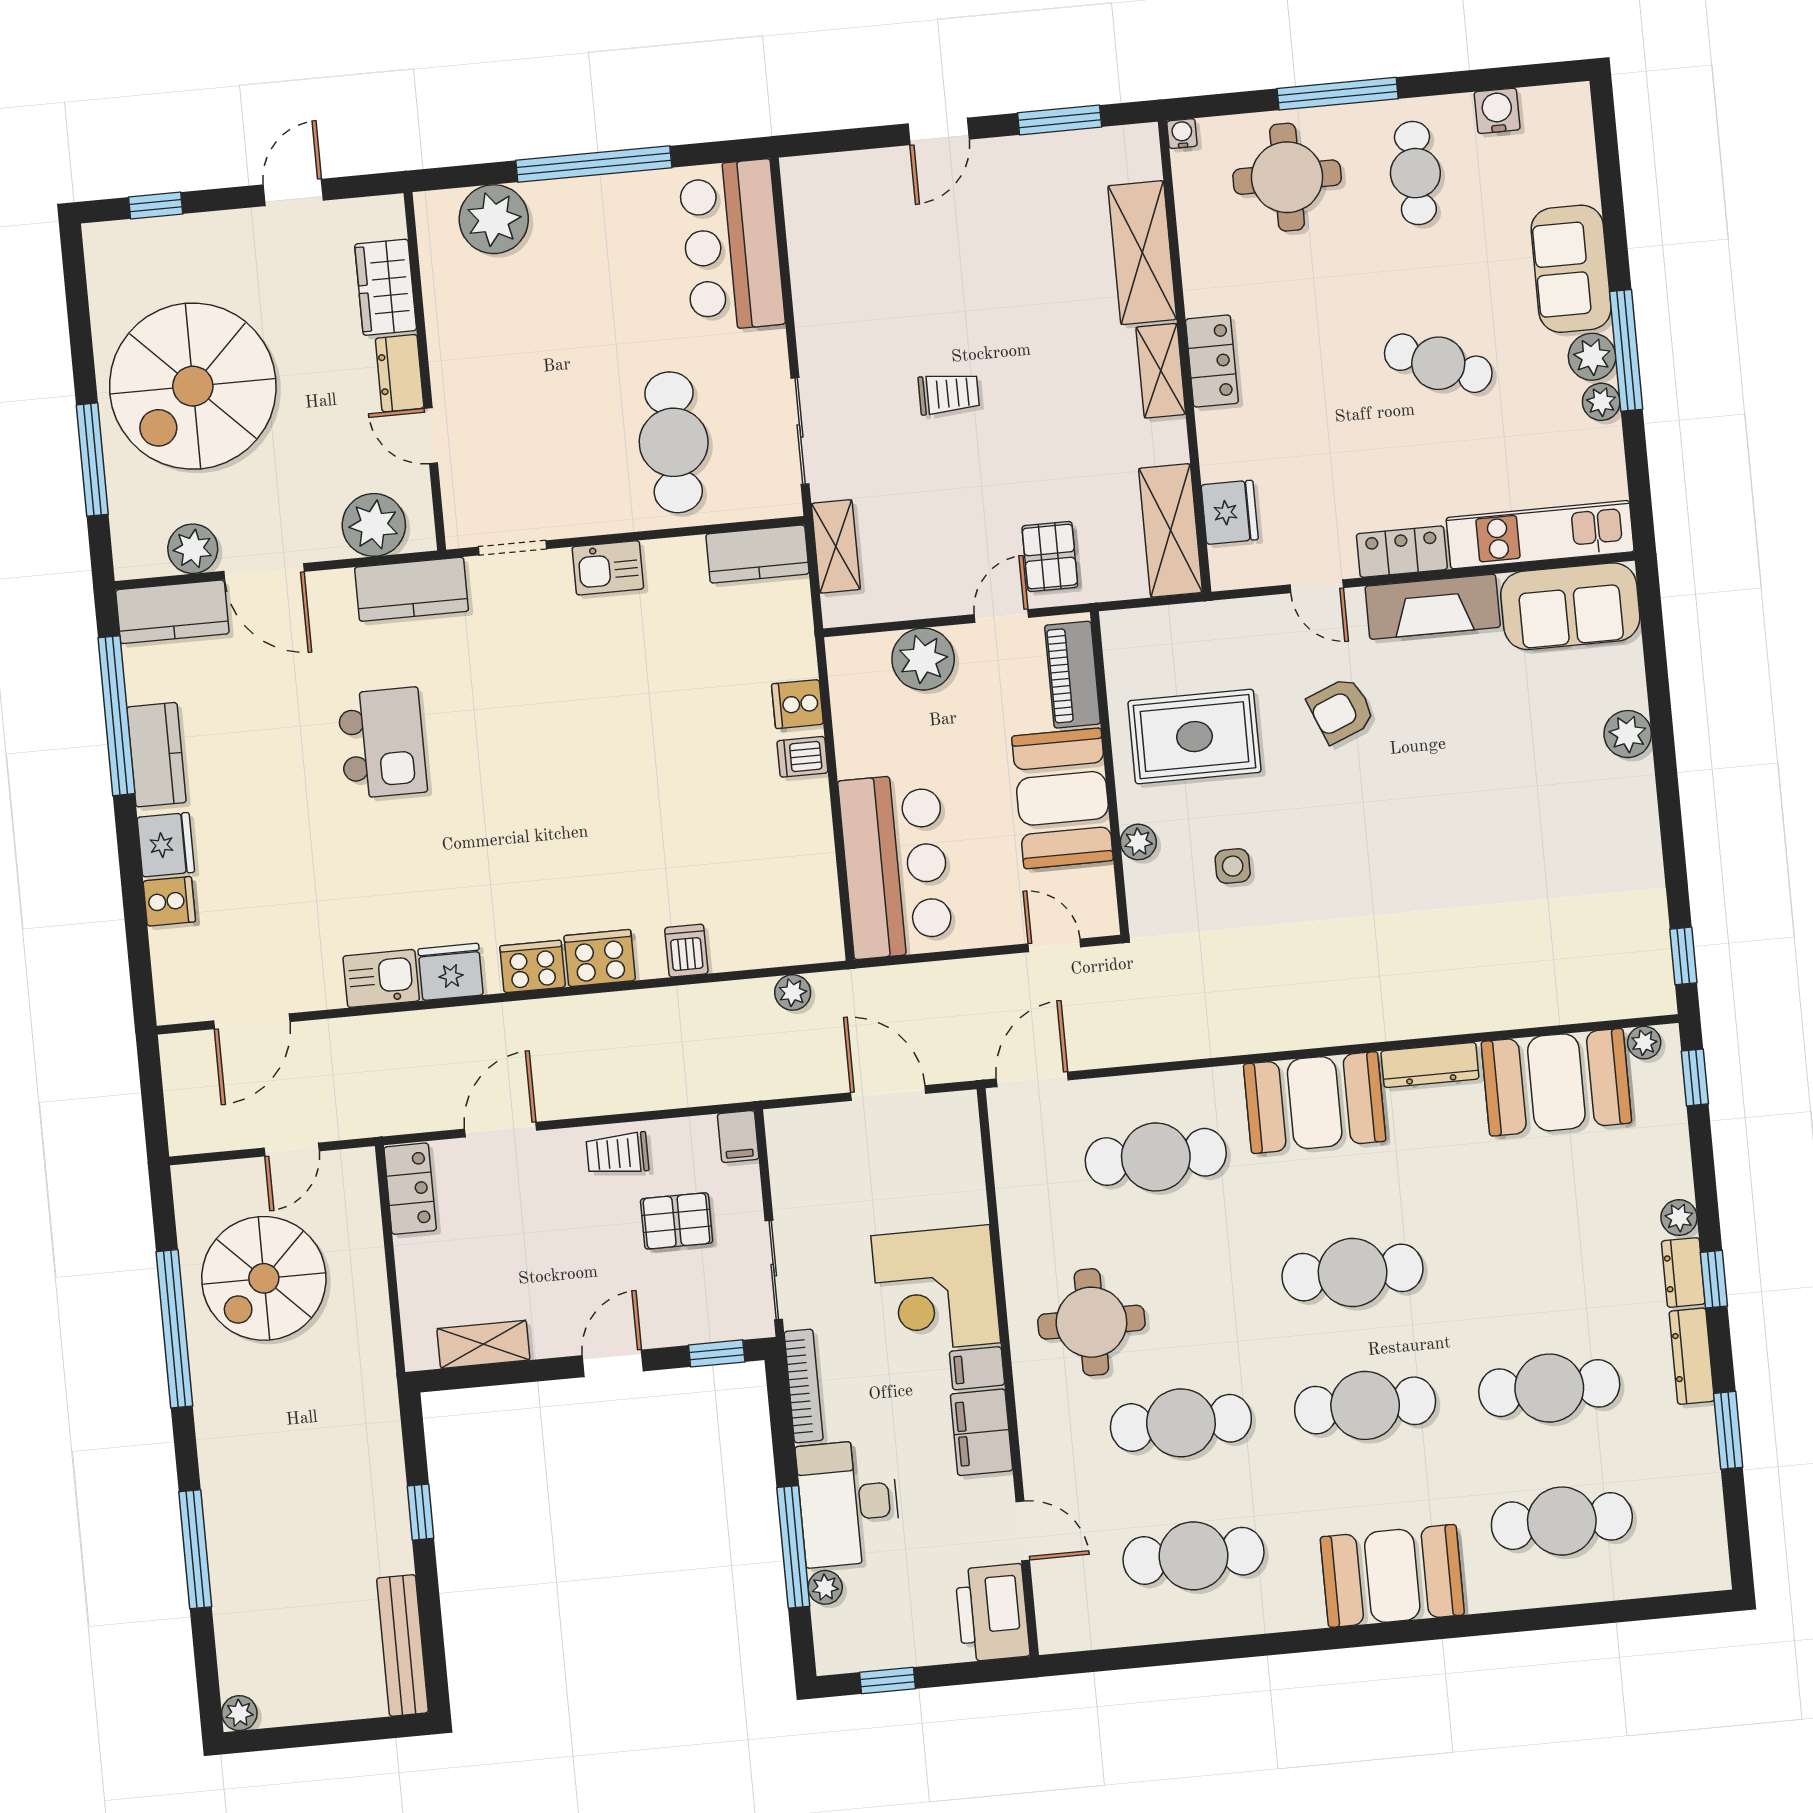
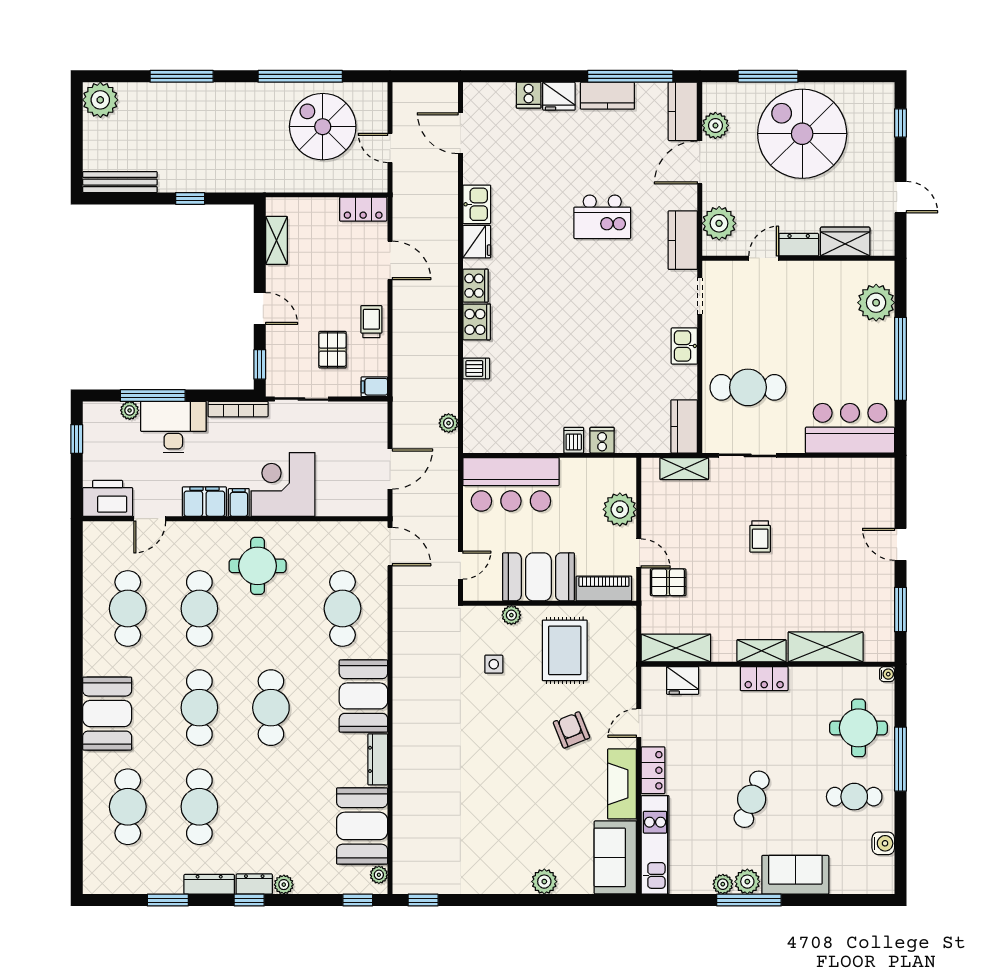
plant: (239, 1713) -> (100, 100), width x1.87, depth x1.87

